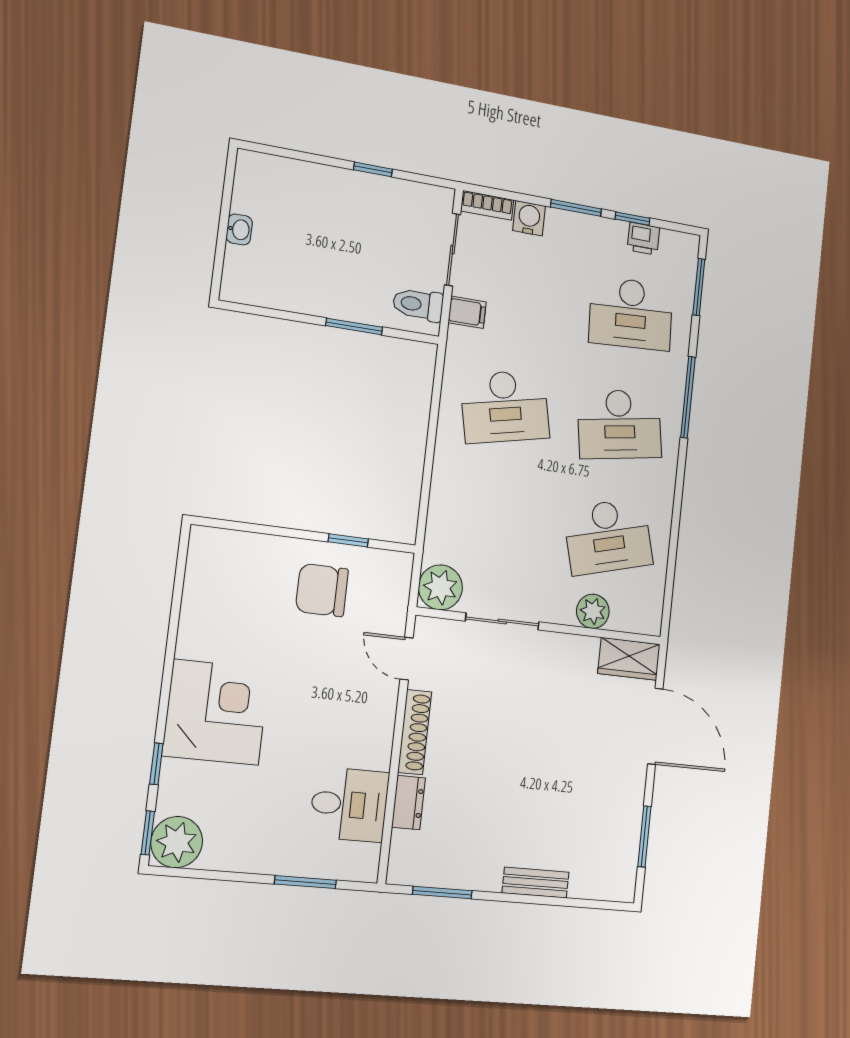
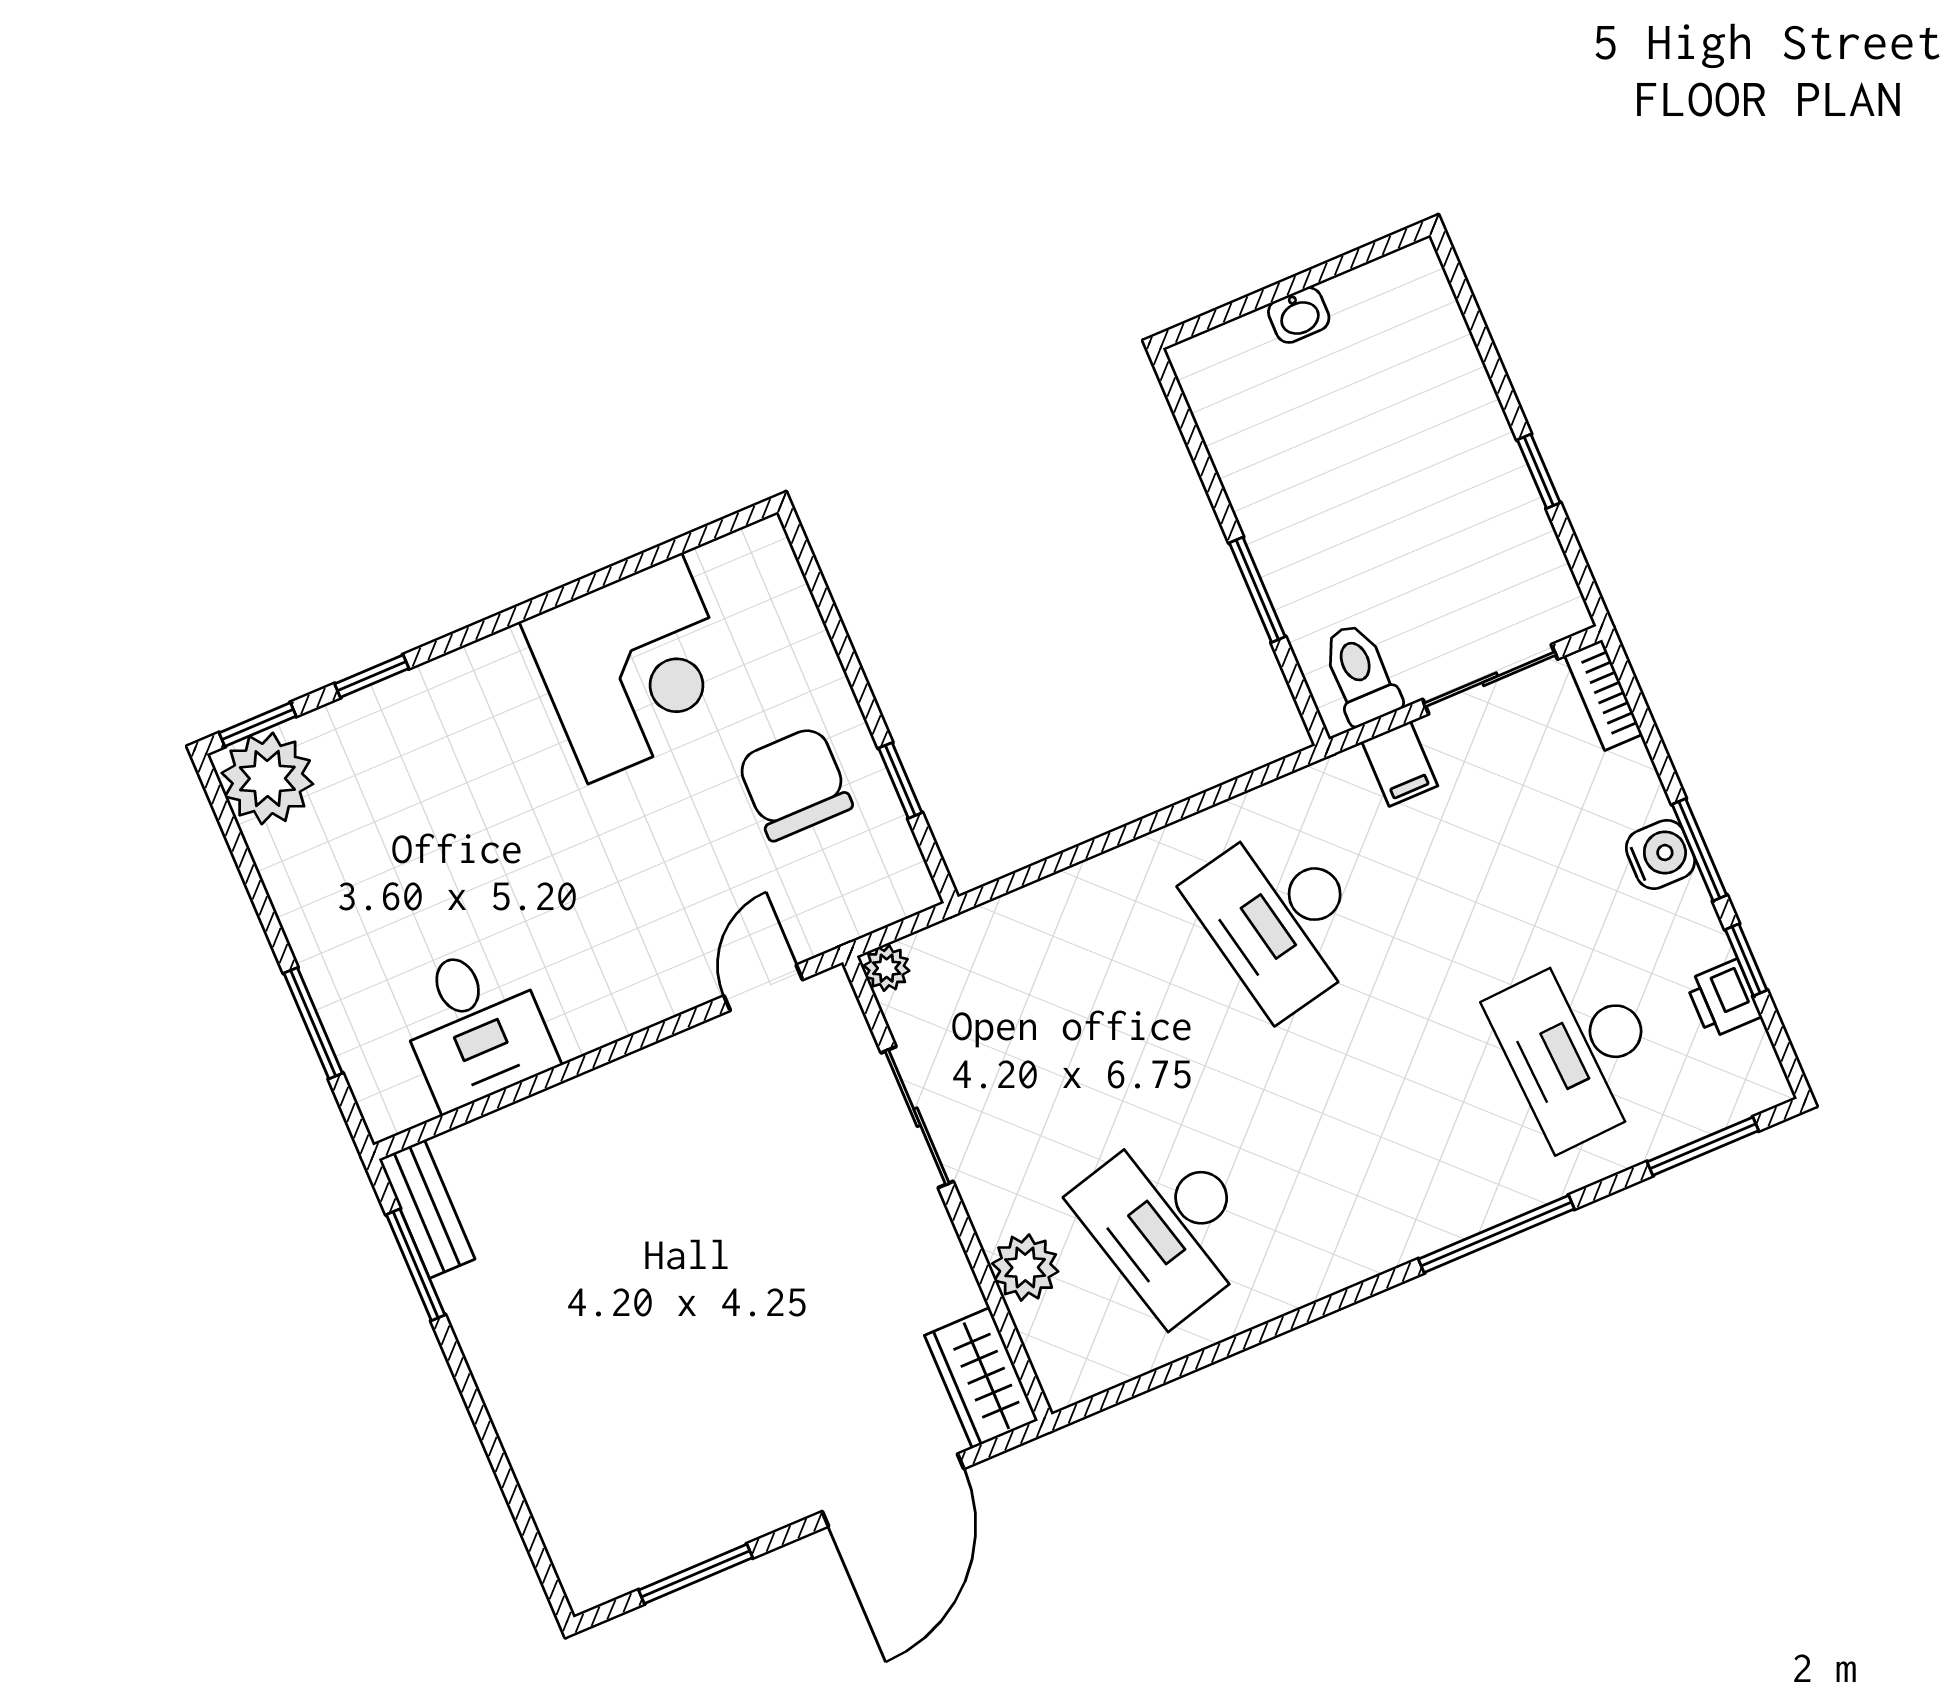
water cooler: (529, 218) -> (1660, 854), moved
desk: (619, 424) -> (1373, 1136), removed
plant: (440, 587) -> (887, 968), width x0.53, depth x0.53
corner desk: (216, 712) -> (635, 668), moved
shoe rack: (415, 732) -> (651, 1070), removed
dresser: (409, 803) -> (531, 1124), removed
bench: (536, 883) -> (427, 1209), moved

